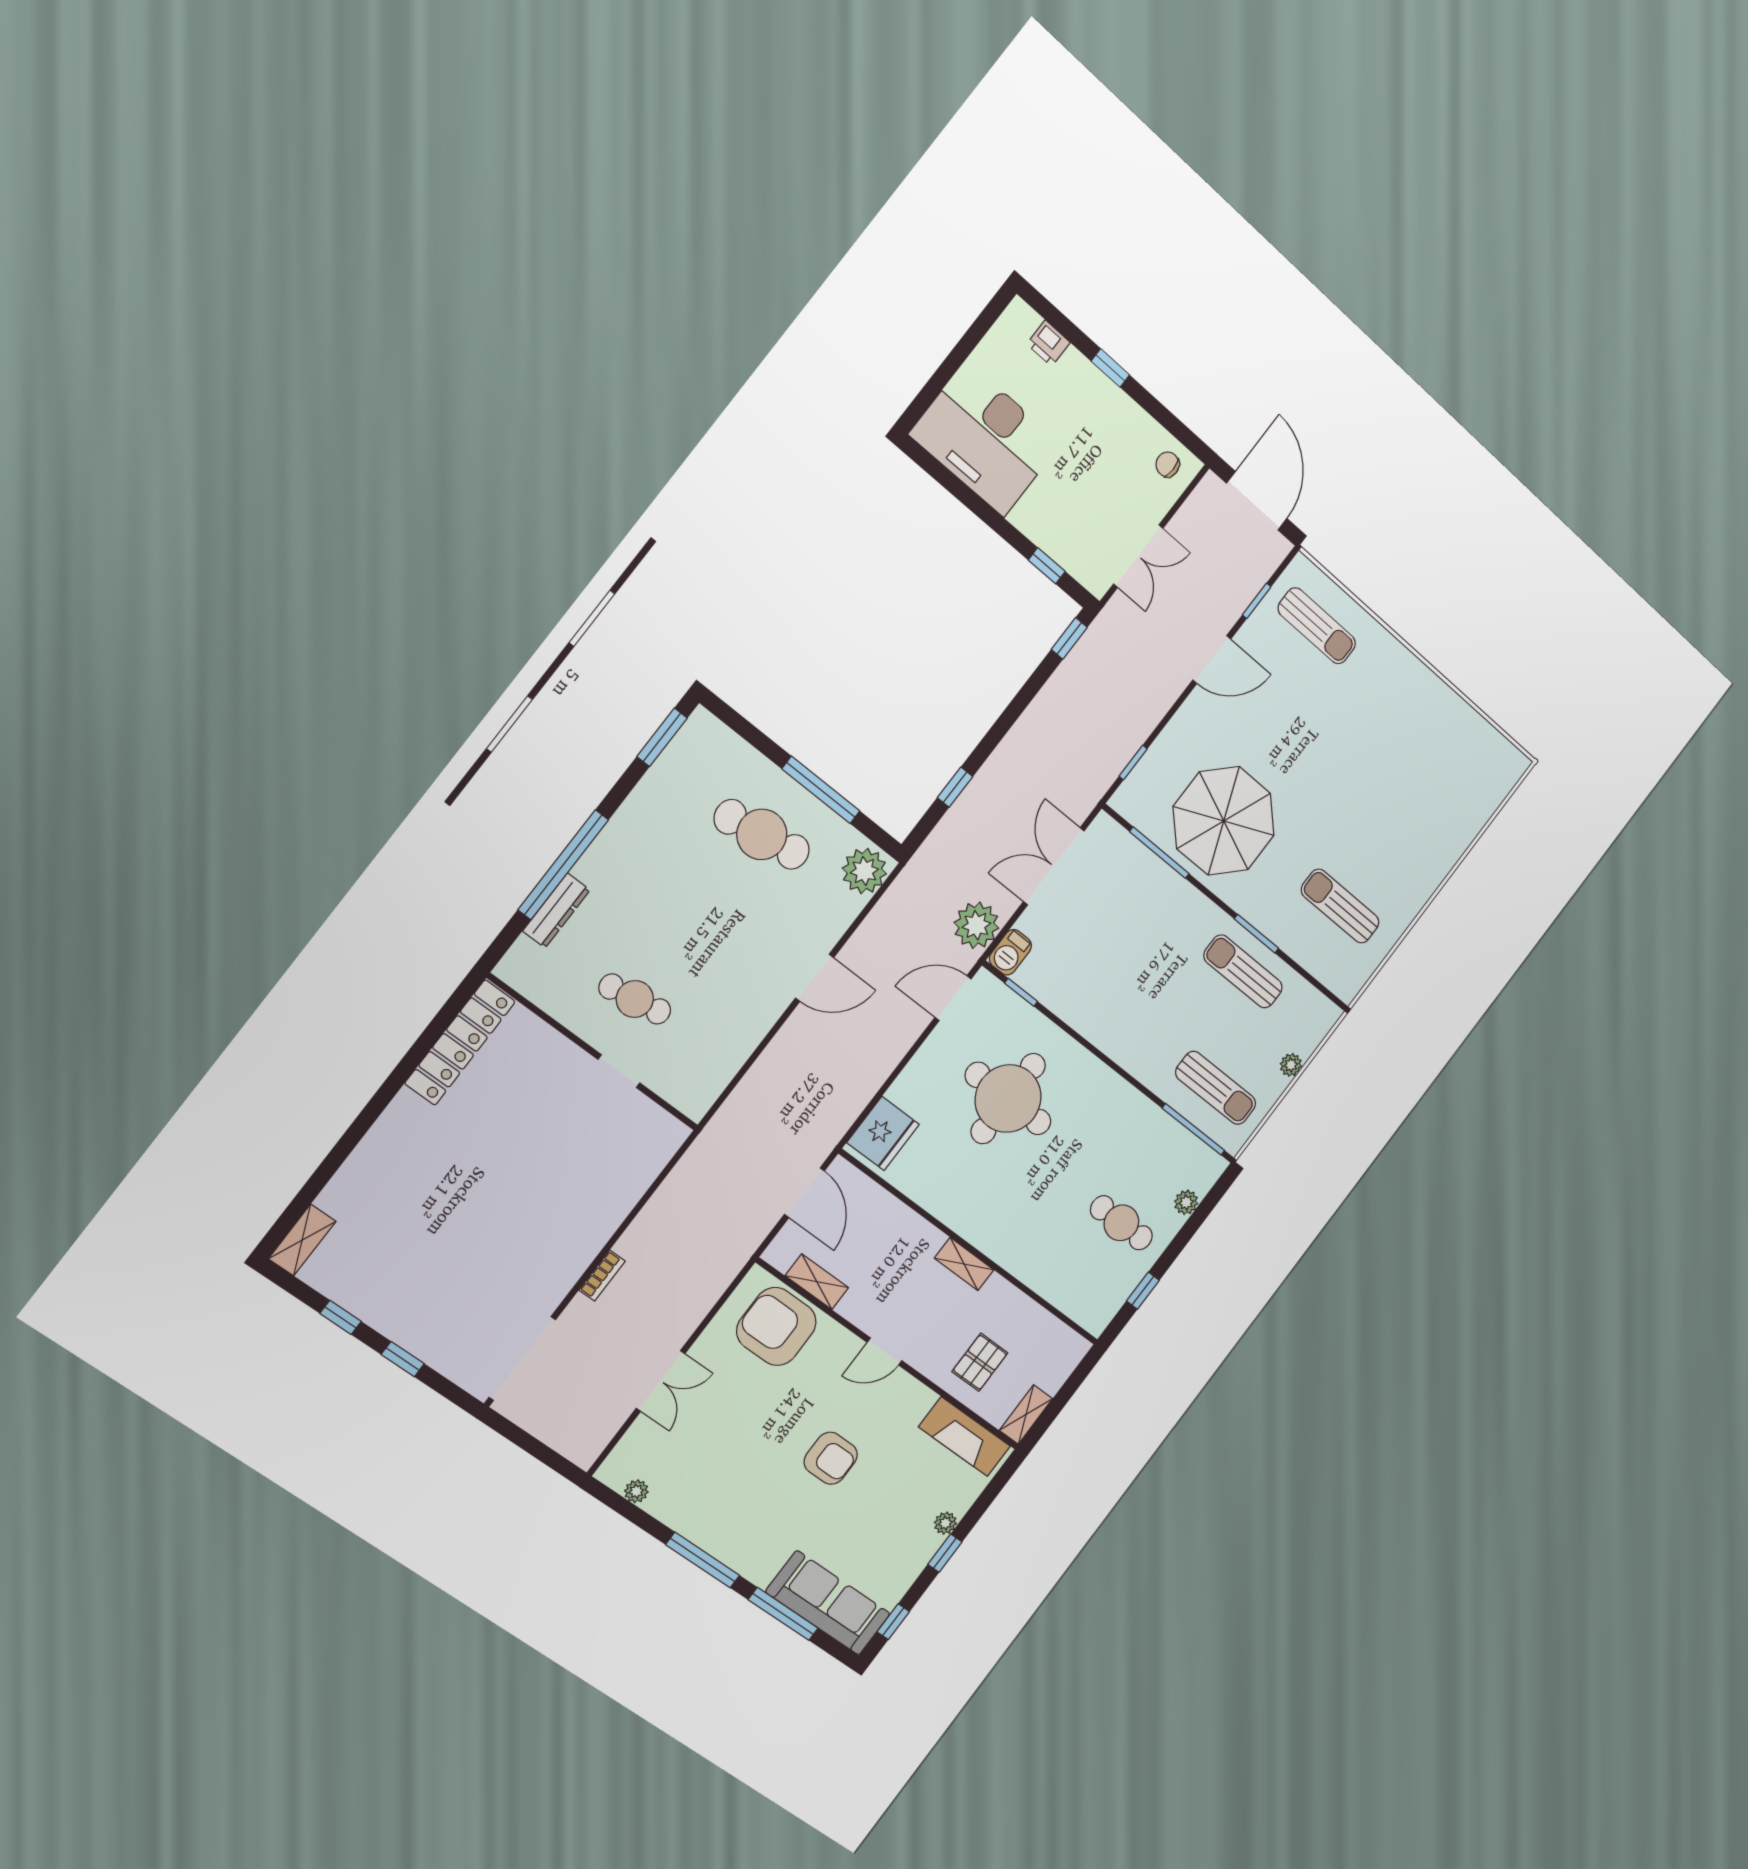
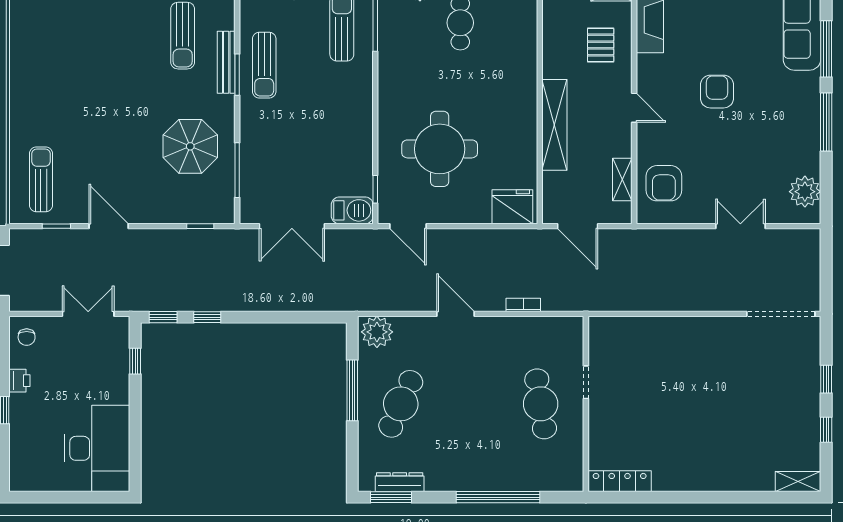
printer: (1048, 343) -> (19, 381), moved
window: (955, 787) -> (207, 317), moved
parasol: (1224, 821) -> (190, 146), width x0.73, depth x0.73
cafe table: (762, 834) -> (401, 404), turned 33
dresser: (556, 910) -> (400, 482), moved
plant: (976, 925) -> (358, 245), removed
bench: (1278, 932) -> (226, 62), added
barbecue: (1010, 952) -> (352, 210), width x1.38, depth x1.27
cafe table: (635, 999) -> (541, 404), width x1.37, depth x1.35
locker: (460, 1042) -> (620, 481), width x0.71, depth x0.83
door: (804, 1193) -> (578, 226), swing flipped
shelving: (964, 1264) -> (554, 125), width x2.20, depth x1.33
bookcase: (602, 1276) -> (523, 305), moved
armchair: (776, 1326) -> (664, 183), width x0.73, depth x0.73
pallet: (980, 1362) -> (601, 45), turned 90
plant: (636, 1491) -> (805, 192), width x1.88, depth x1.88

